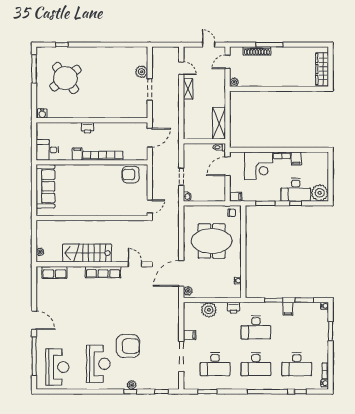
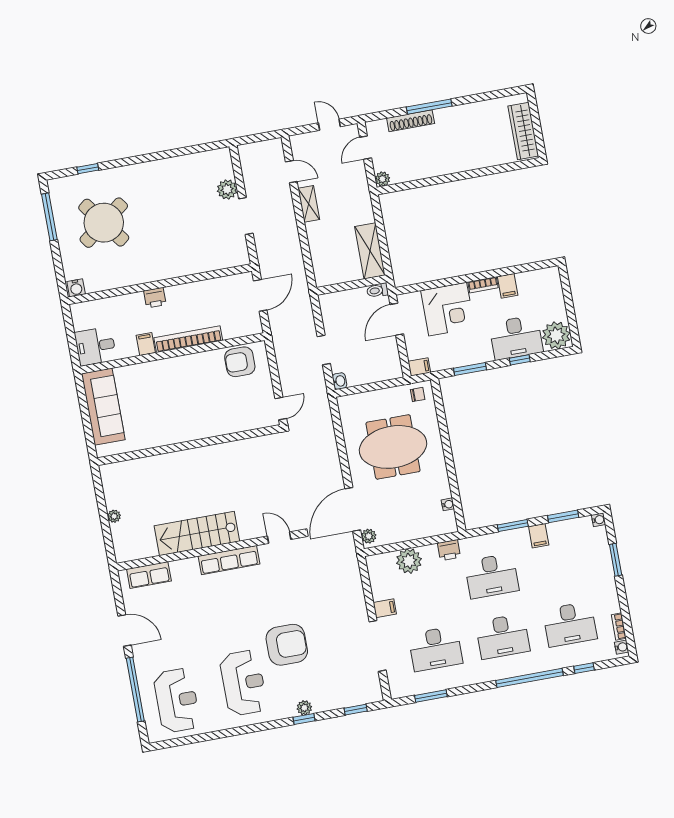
stairs: (87, 253) -> (197, 533), moved
wall: (92, 264) -> (208, 551), moved
door: (135, 264) -> (279, 538), moved
row of seats: (54, 272) -> (149, 575), moved
row of seats: (103, 272) -> (229, 560), moved

